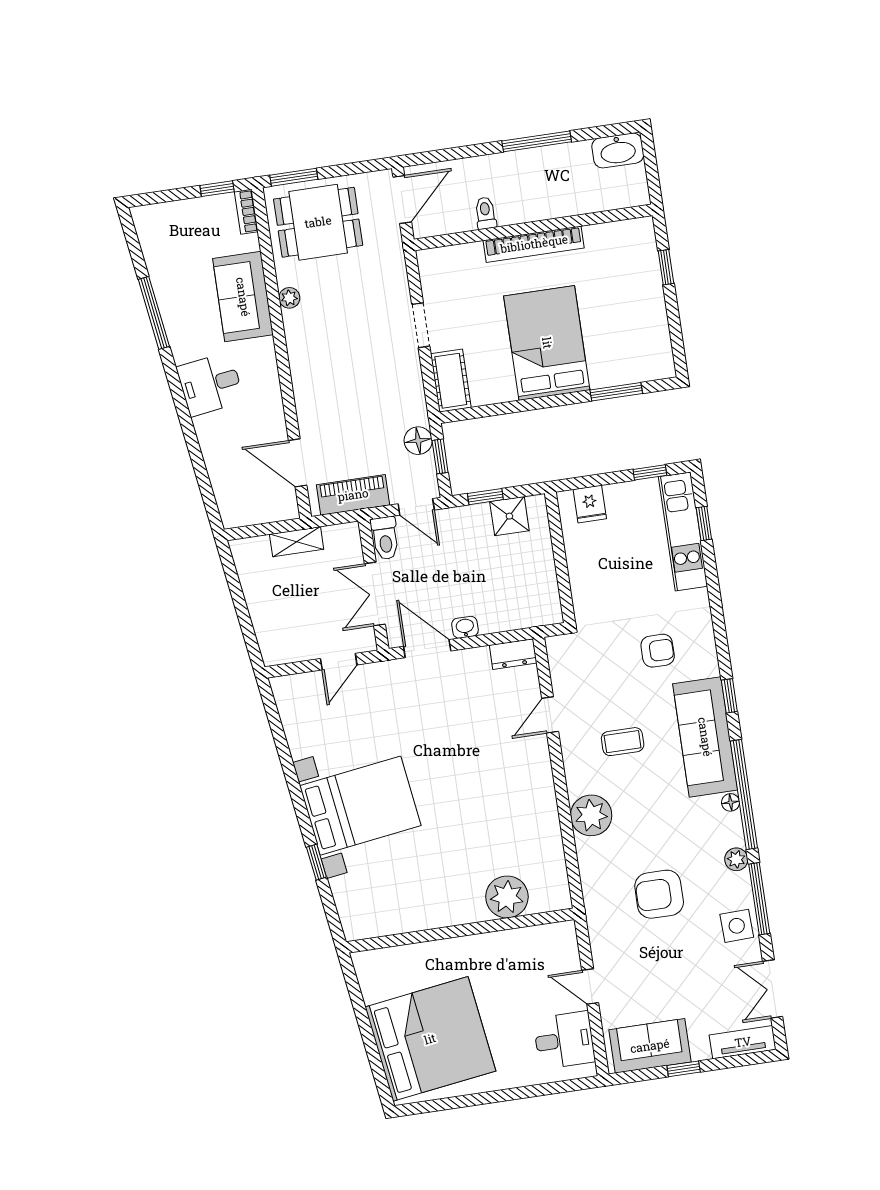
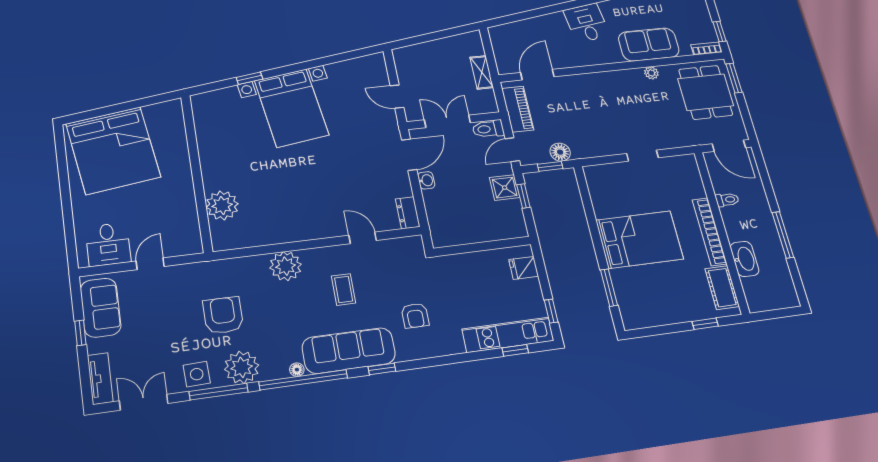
washbasin: (618, 150) -> (745, 259), moved, turned 180
cot: (451, 381) -> (722, 288), moved, turned 90
shower: (509, 516) -> (505, 188), moved
plant: (736, 859) -> (242, 367), width x1.88, depth x1.88

